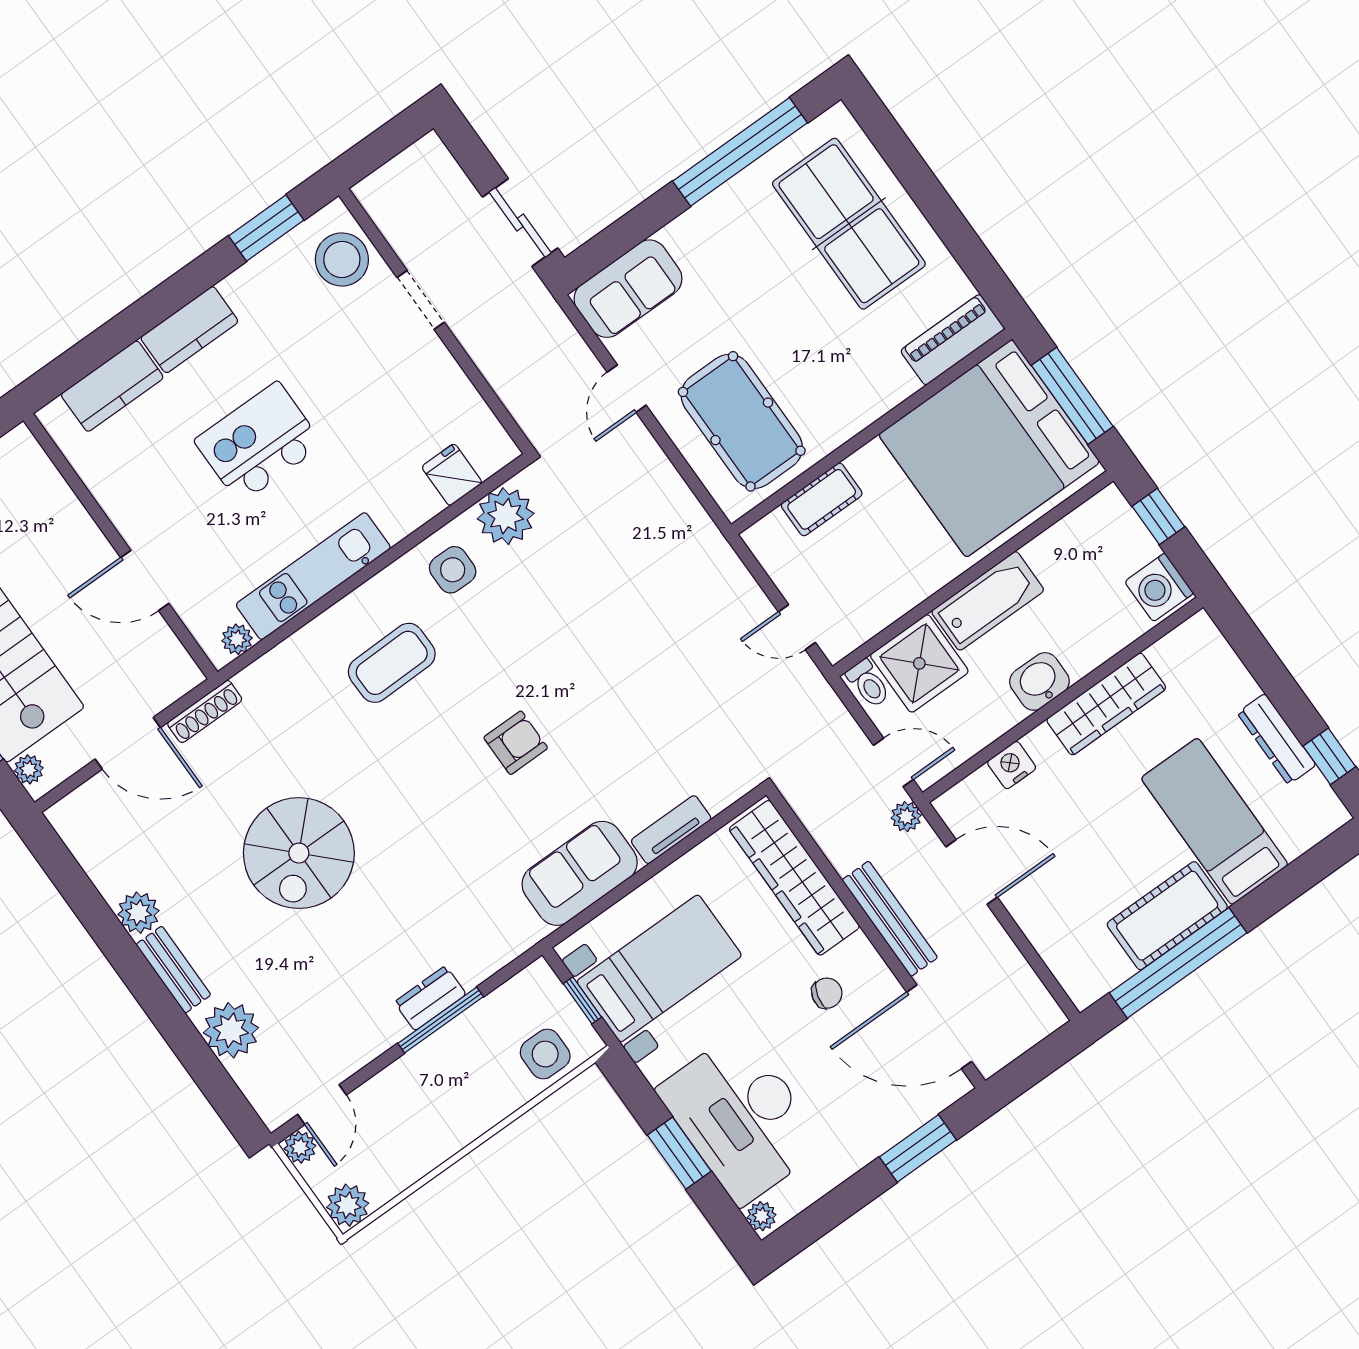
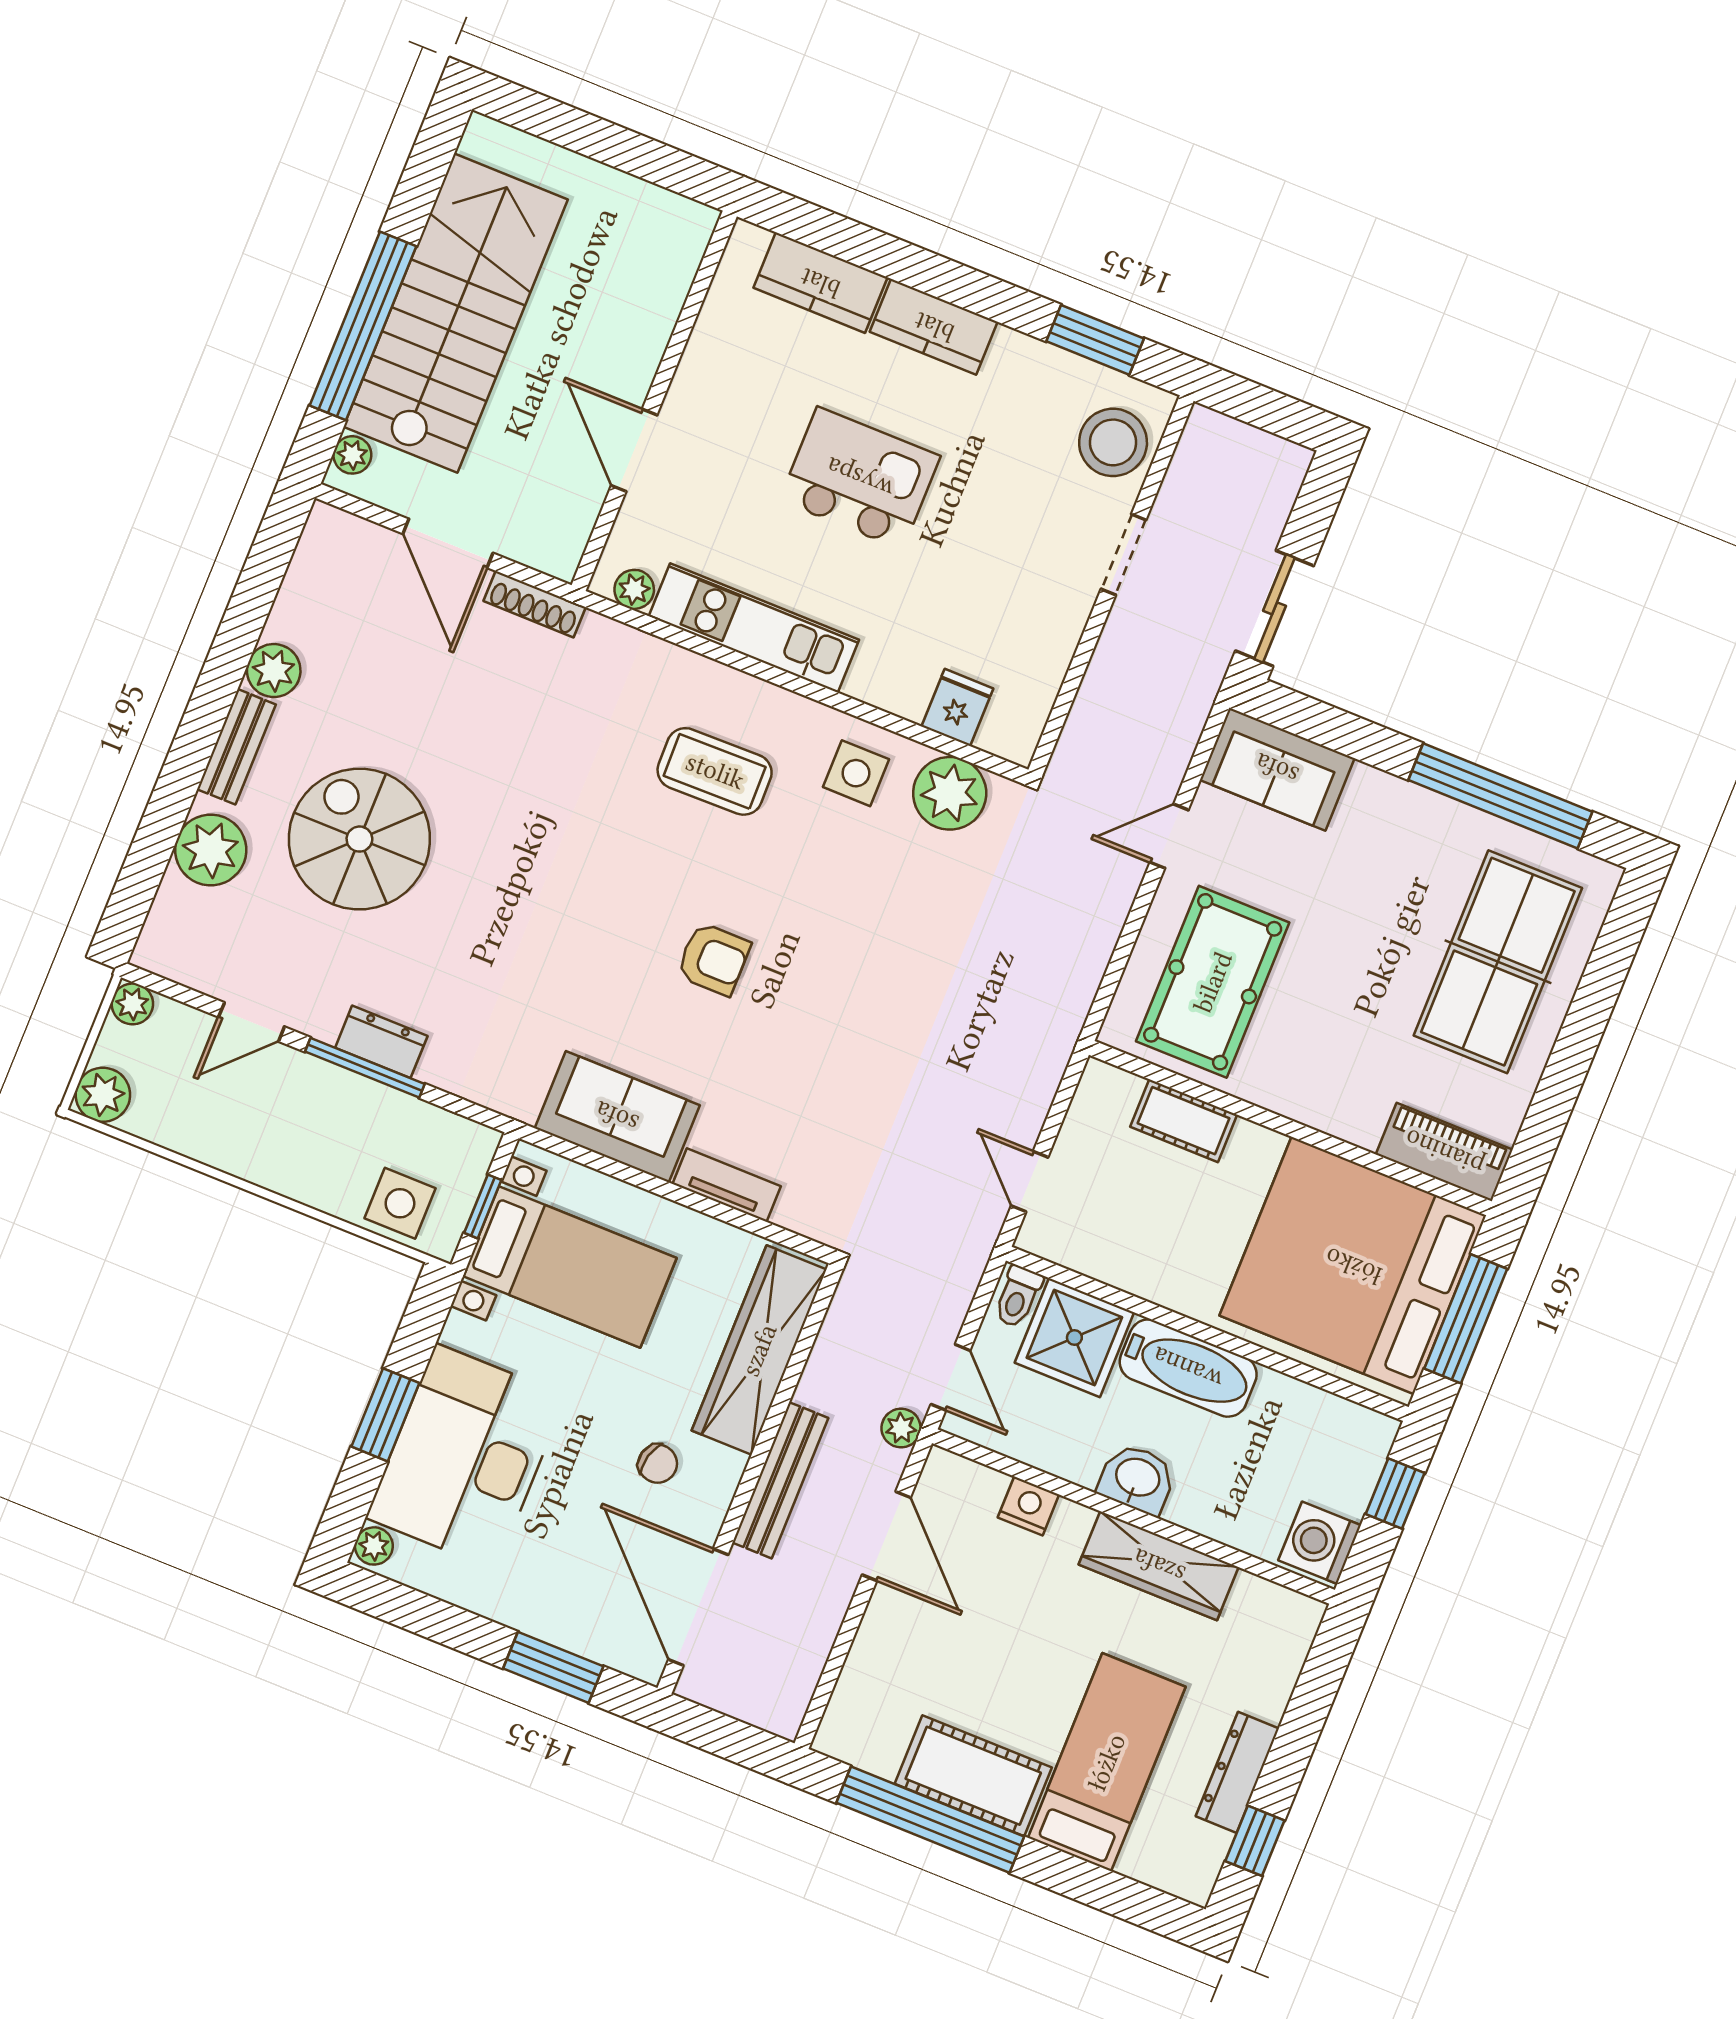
spiral stairs: (299, 853) -> (359, 839), moved, turned 90
door: (322, 1105) -> (251, 1022), moved

